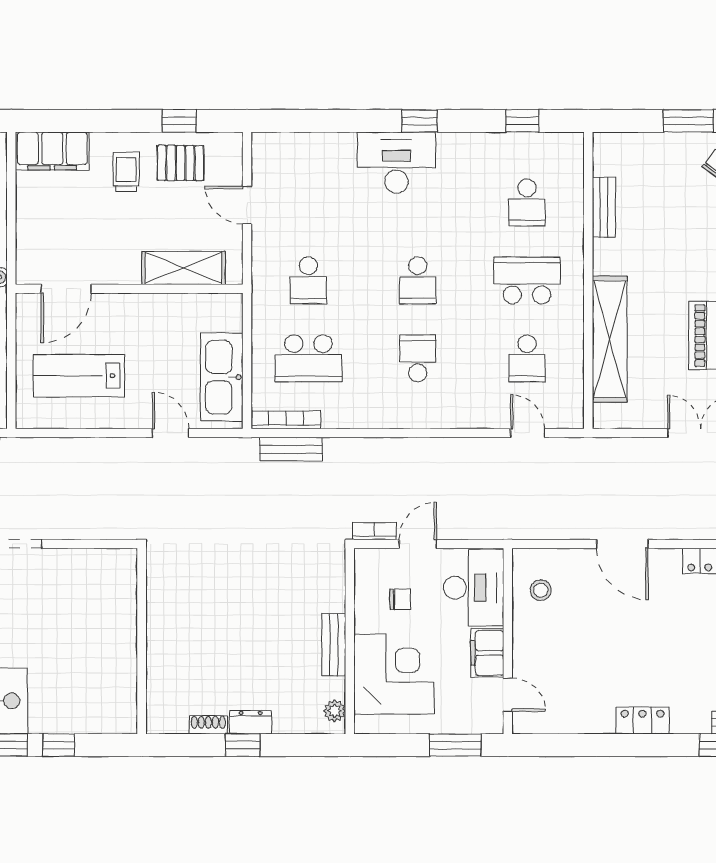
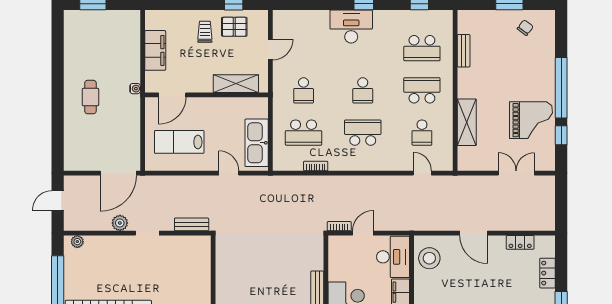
filing cabinet: (52, 151) -> (155, 50), moved, turned -90
school desk: (527, 202) -> (422, 48), width x1.85
door: (247, 205) -> (270, 50), swing flipped
shelving: (610, 339) -> (467, 122), width x0.68
school desk: (418, 358) -> (363, 133), width x1.85
bookcase: (286, 420) -> (316, 166), moved, width x0.64
bench: (291, 449) -> (192, 224), moved
stool: (541, 590) -> (429, 258), width x1.89, depth x1.89
chair: (400, 599) -> (353, 263), removed

